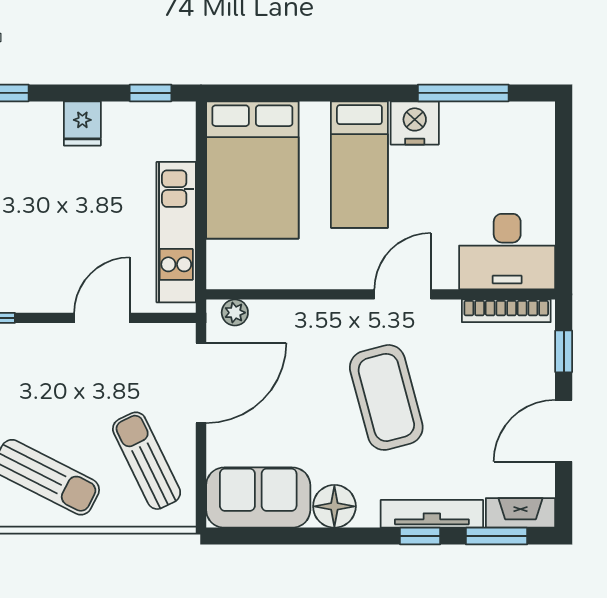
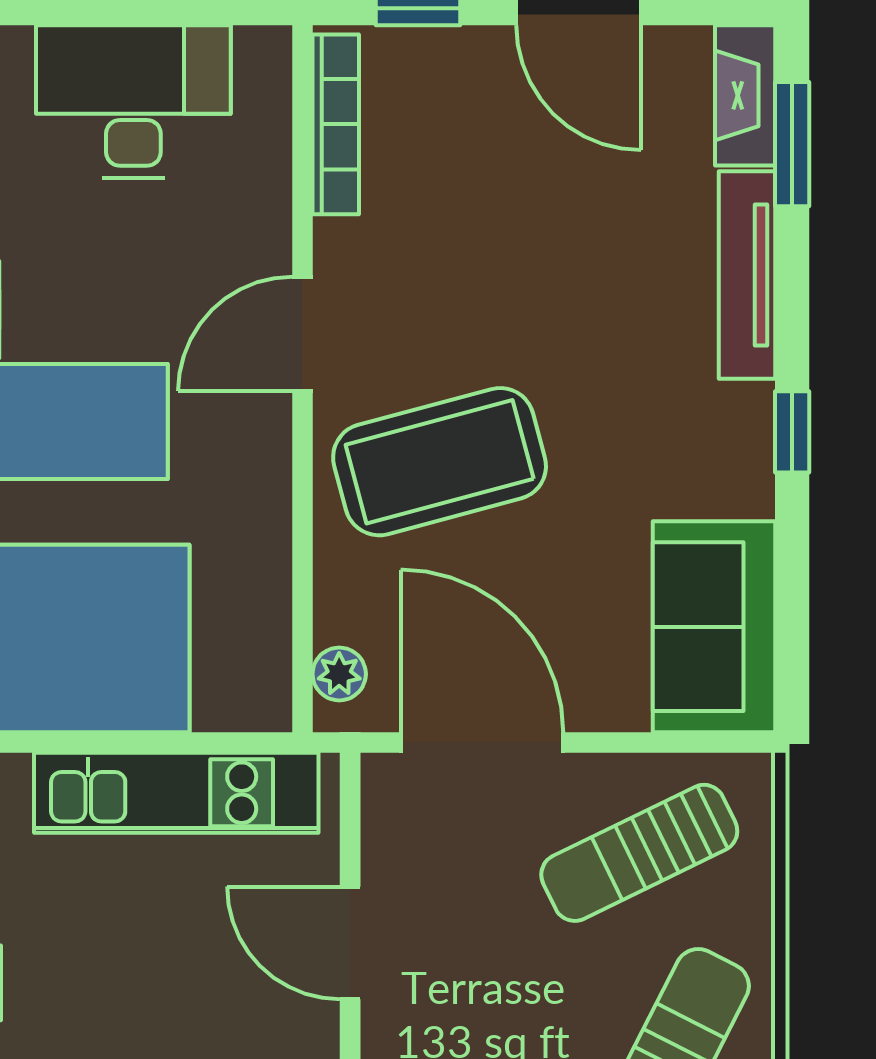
desk: (507, 252) -> (133, 102), moved, turned -90
door: (403, 294) -> (302, 334), hinge flipped
coffee table: (386, 397) -> (440, 462), moved
floor lamp: (334, 506) -> (732, 472), removed
window: (420, 536) -> (792, 432), moved

